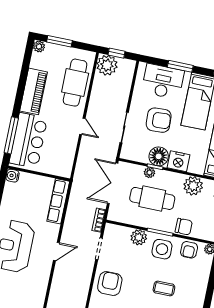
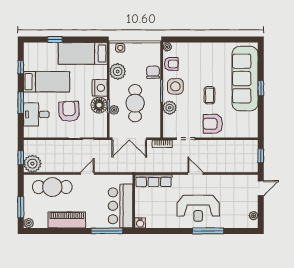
desk: (163, 81) -> (36, 114), width x0.73
bar counter: (28, 140) -> (120, 206), moved, turned -90
coffee table: (164, 288) -> (209, 95), moved

